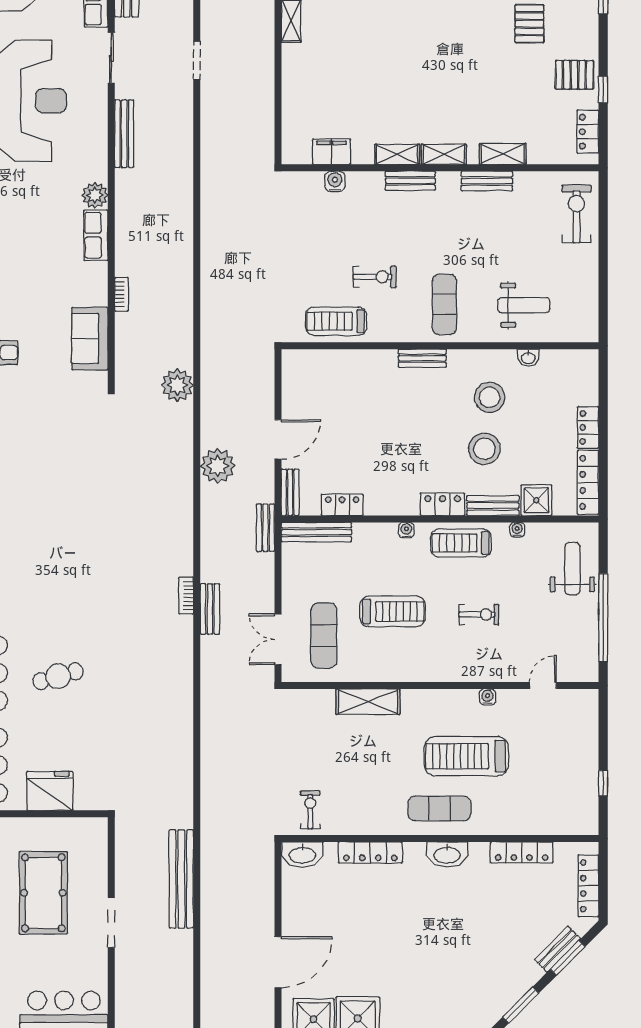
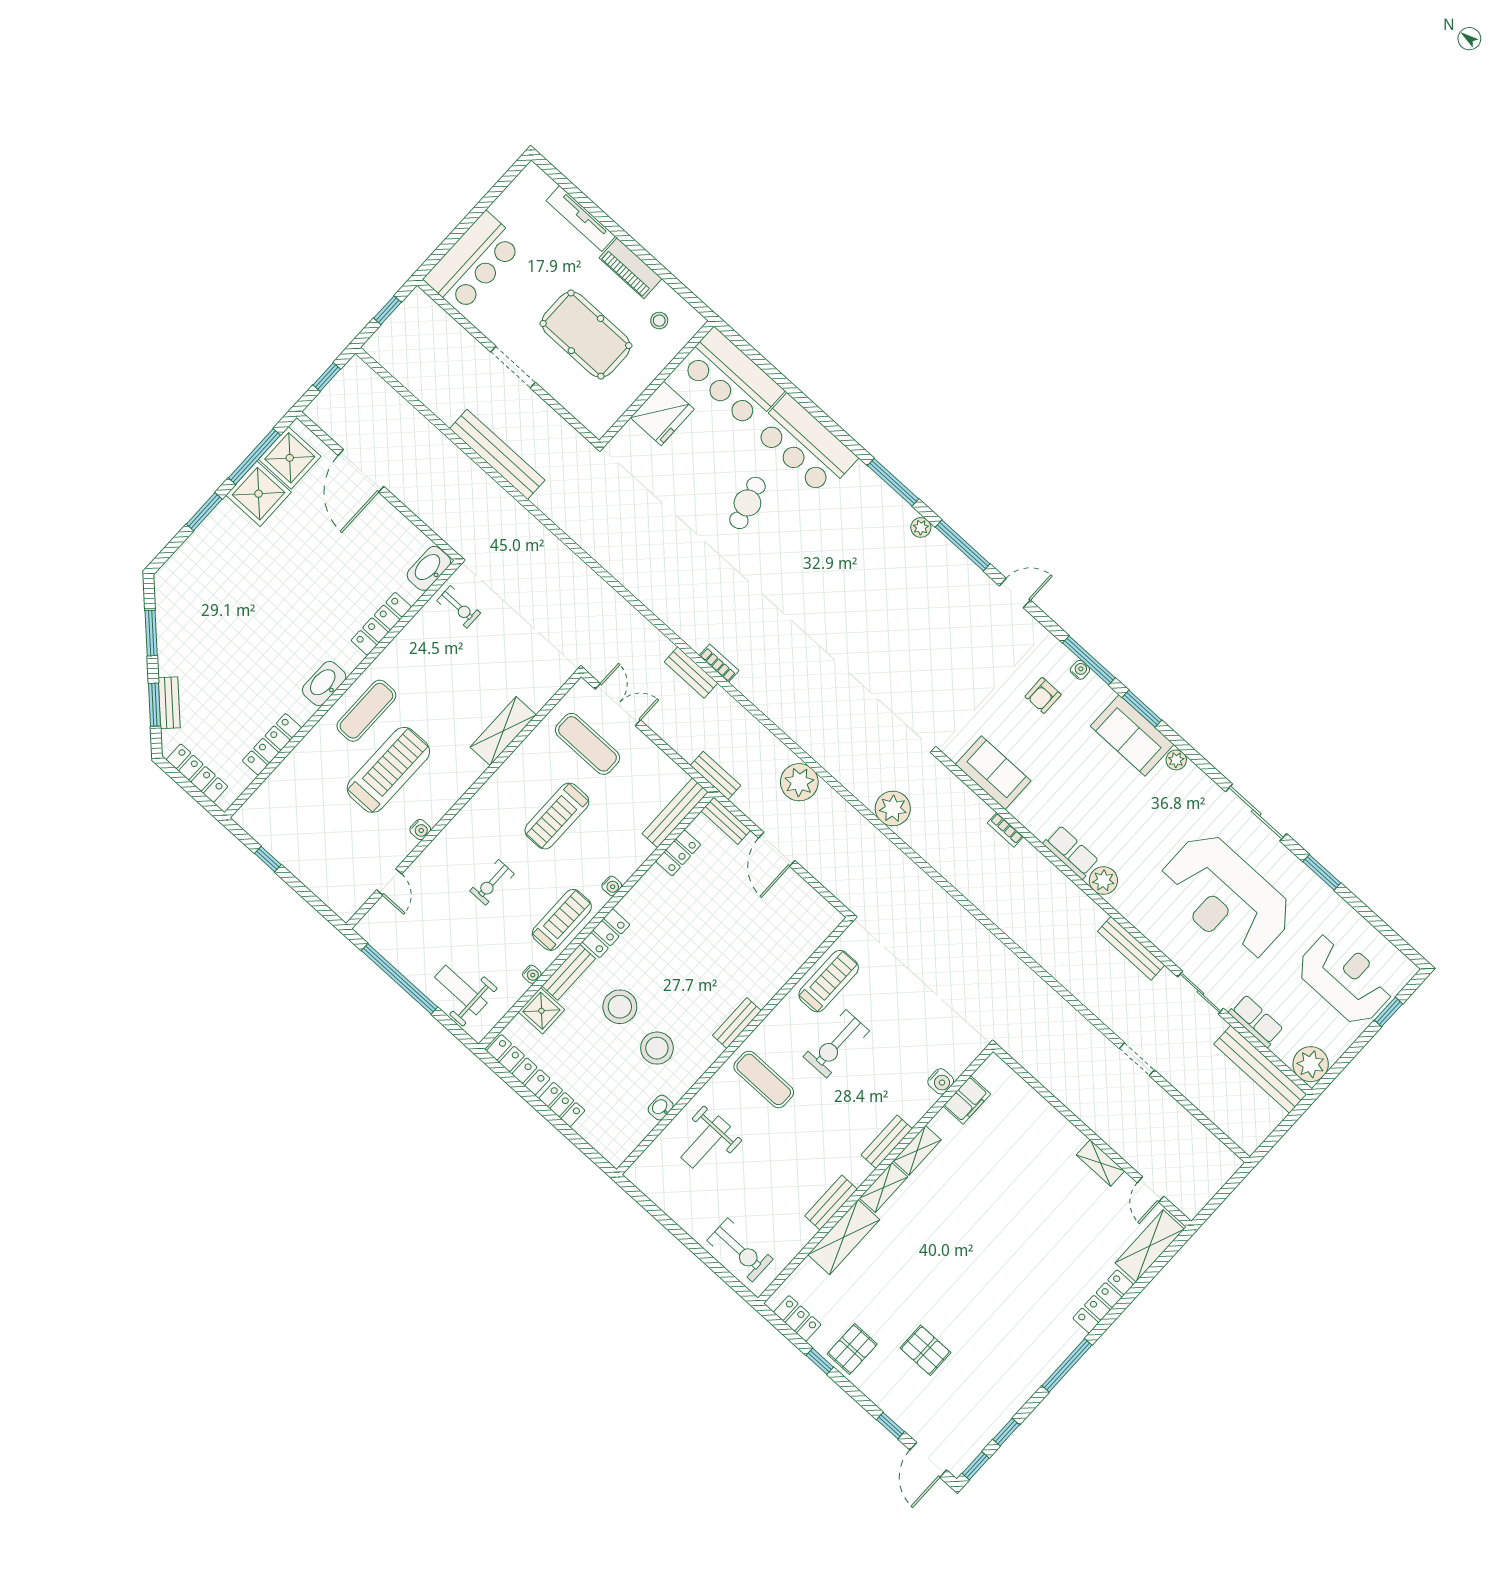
shelving: (503, 154) -> (844, 1237), width x1.50, depth x1.33
exercise bike: (375, 277) -> (836, 1044), width x1.38, depth x1.39
weight bench: (572, 569) -> (461, 990), turned 180

